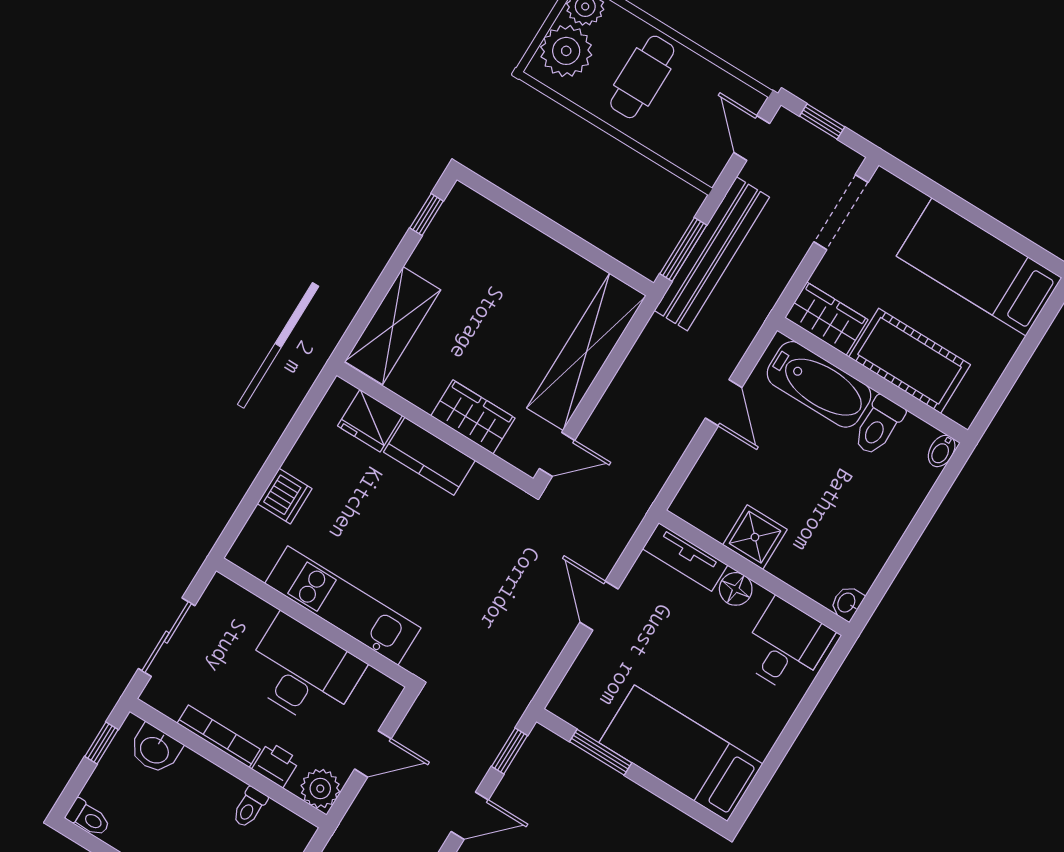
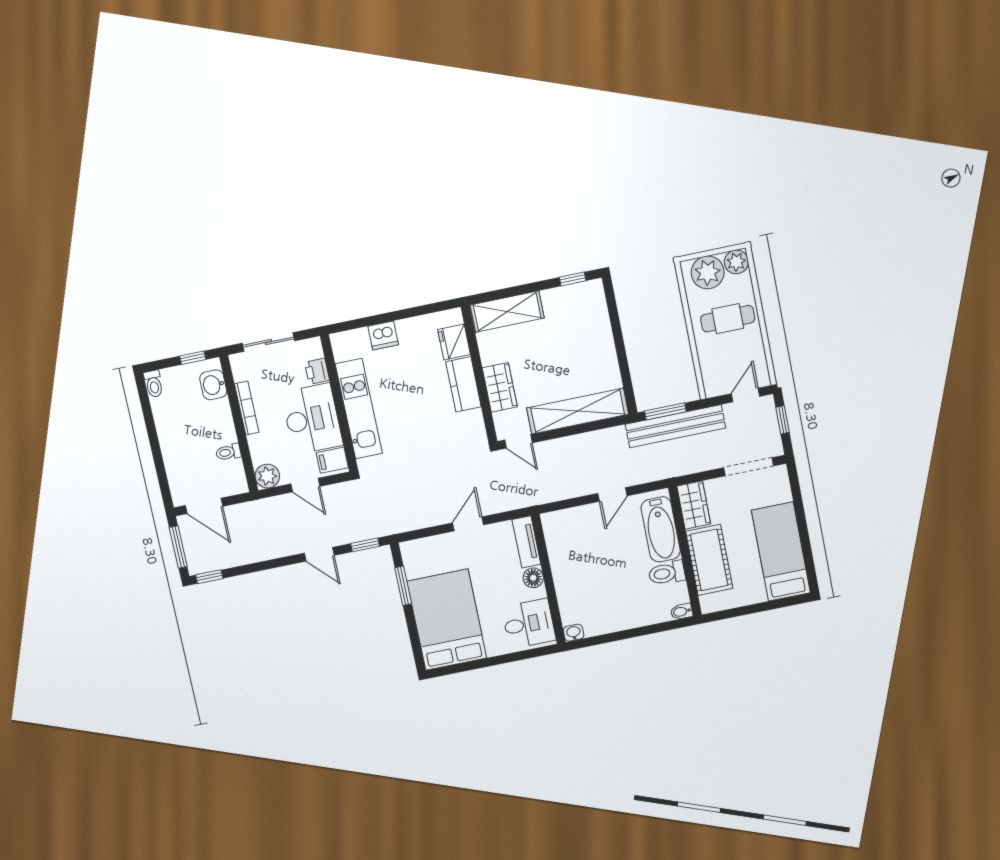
shower: (755, 537) -> (565, 565), removed
filing cabinet: (374, 694) -> (332, 460), added
bed: (681, 753) -> (447, 620), width x1.50
printer: (276, 765) -> (317, 371), moved, turned 180

